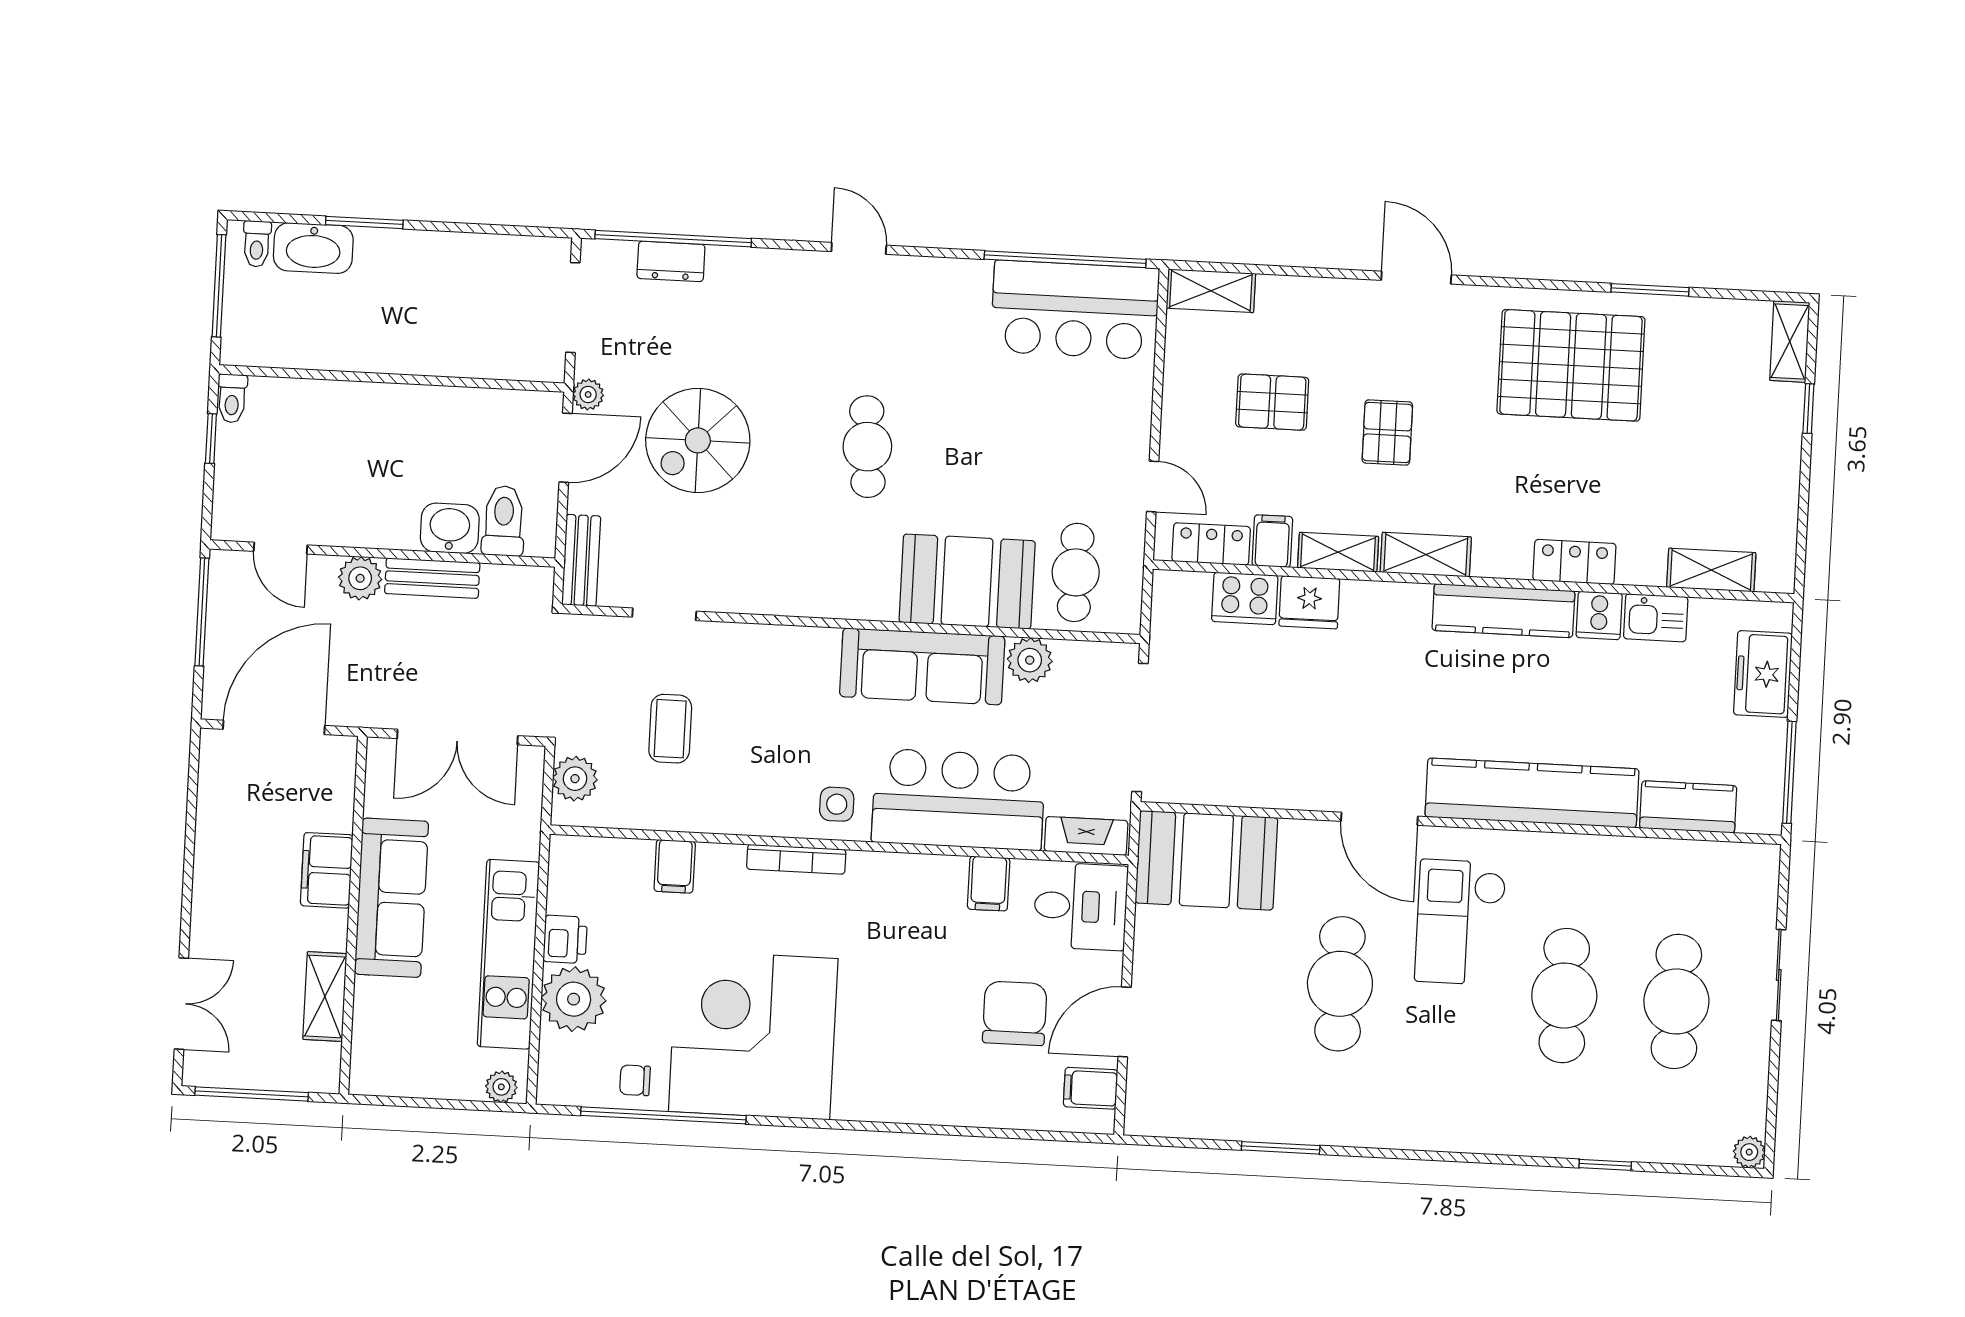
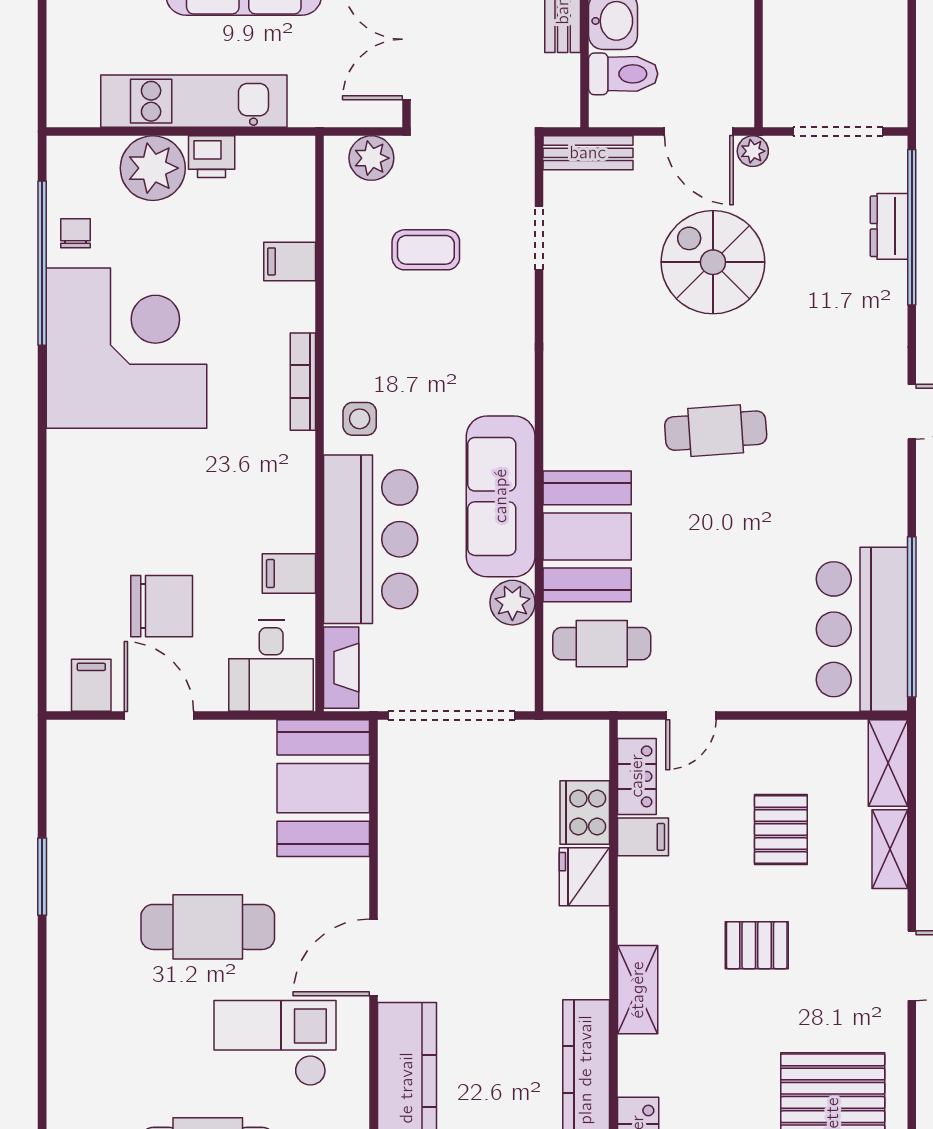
shelving: (1338, 552) -> (890, 849), moved
plant: (501, 1087) -> (62, 101), removed

